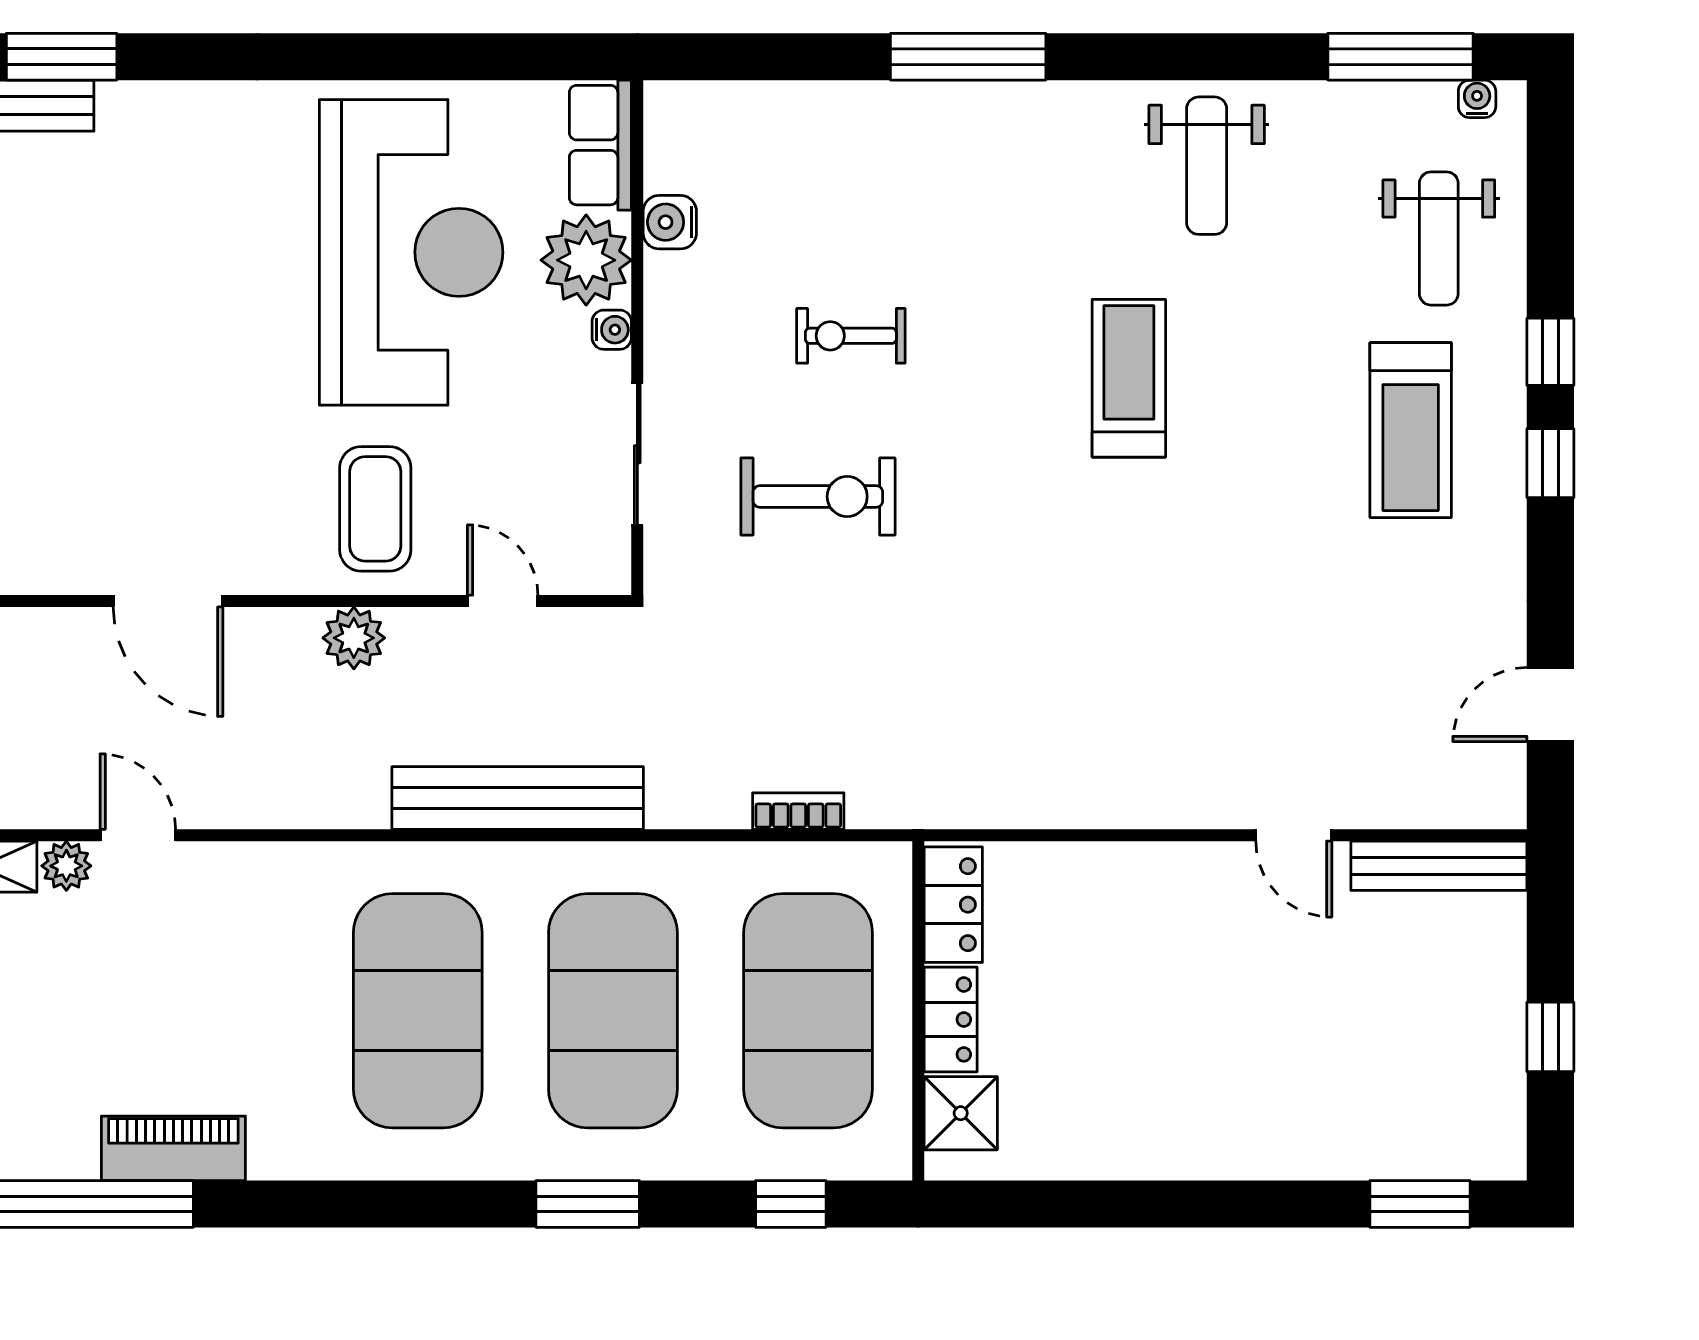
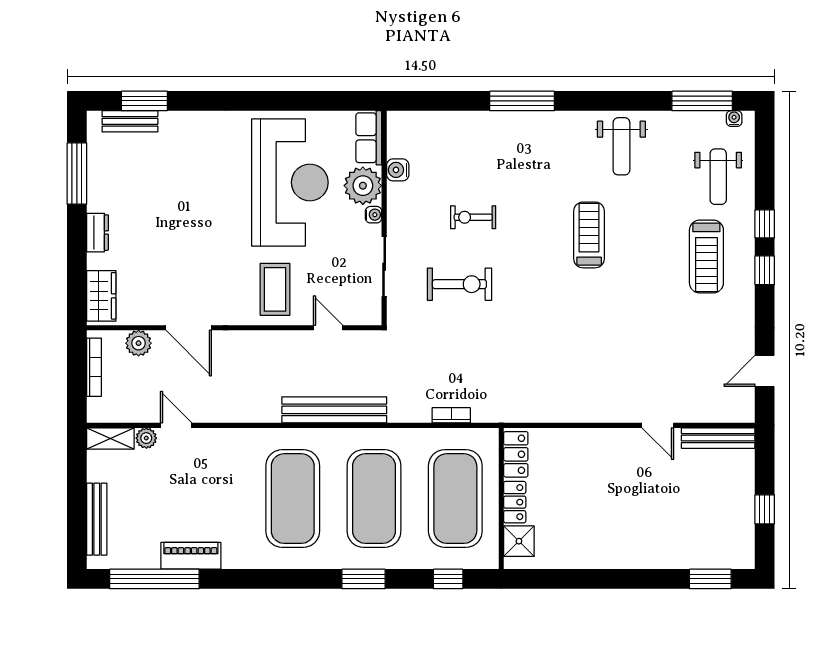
plant: (354, 638) -> (139, 343), moved

